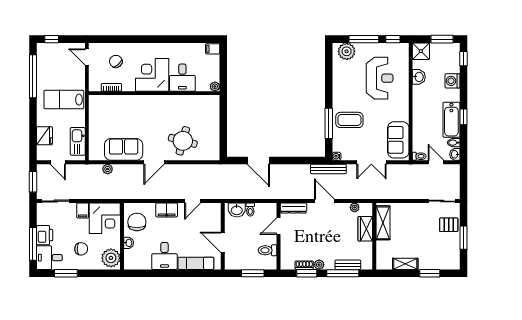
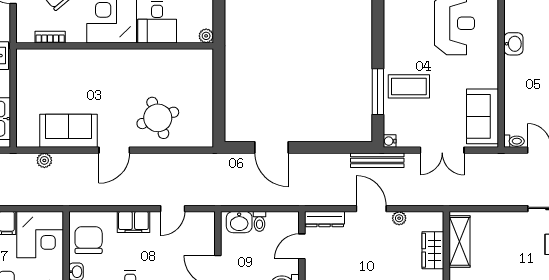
washbasin: (419, 77) -> (513, 44), moved
round table: (183, 141) -> (158, 118), turned -35
plant: (355, 207) -> (399, 218), moved

